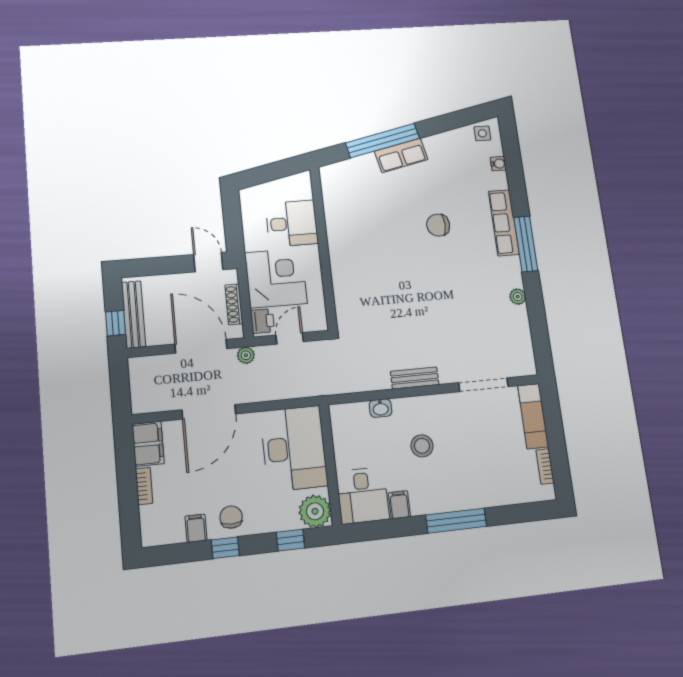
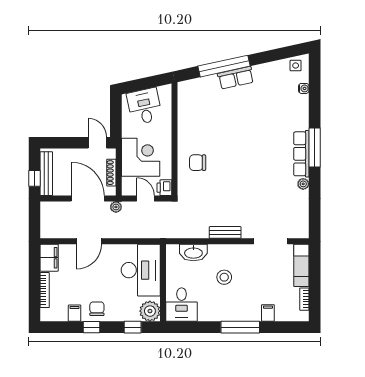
desk: (292, 223) -> (145, 106), moved, turned -102
row of seats: (504, 223) -> (301, 154), moved
chair: (438, 225) -> (198, 163), moved
printer: (262, 321) -> (164, 188), moved, turned 180
door: (290, 338) -> (146, 198), hinge flipped
washbasin: (381, 408) -> (193, 253), width x1.91, depth x1.45
door: (209, 412) -> (89, 241), width x0.73
bookcase: (144, 486) -> (45, 290), width x1.56
filing cabinet: (399, 505) -> (268, 313), moved

